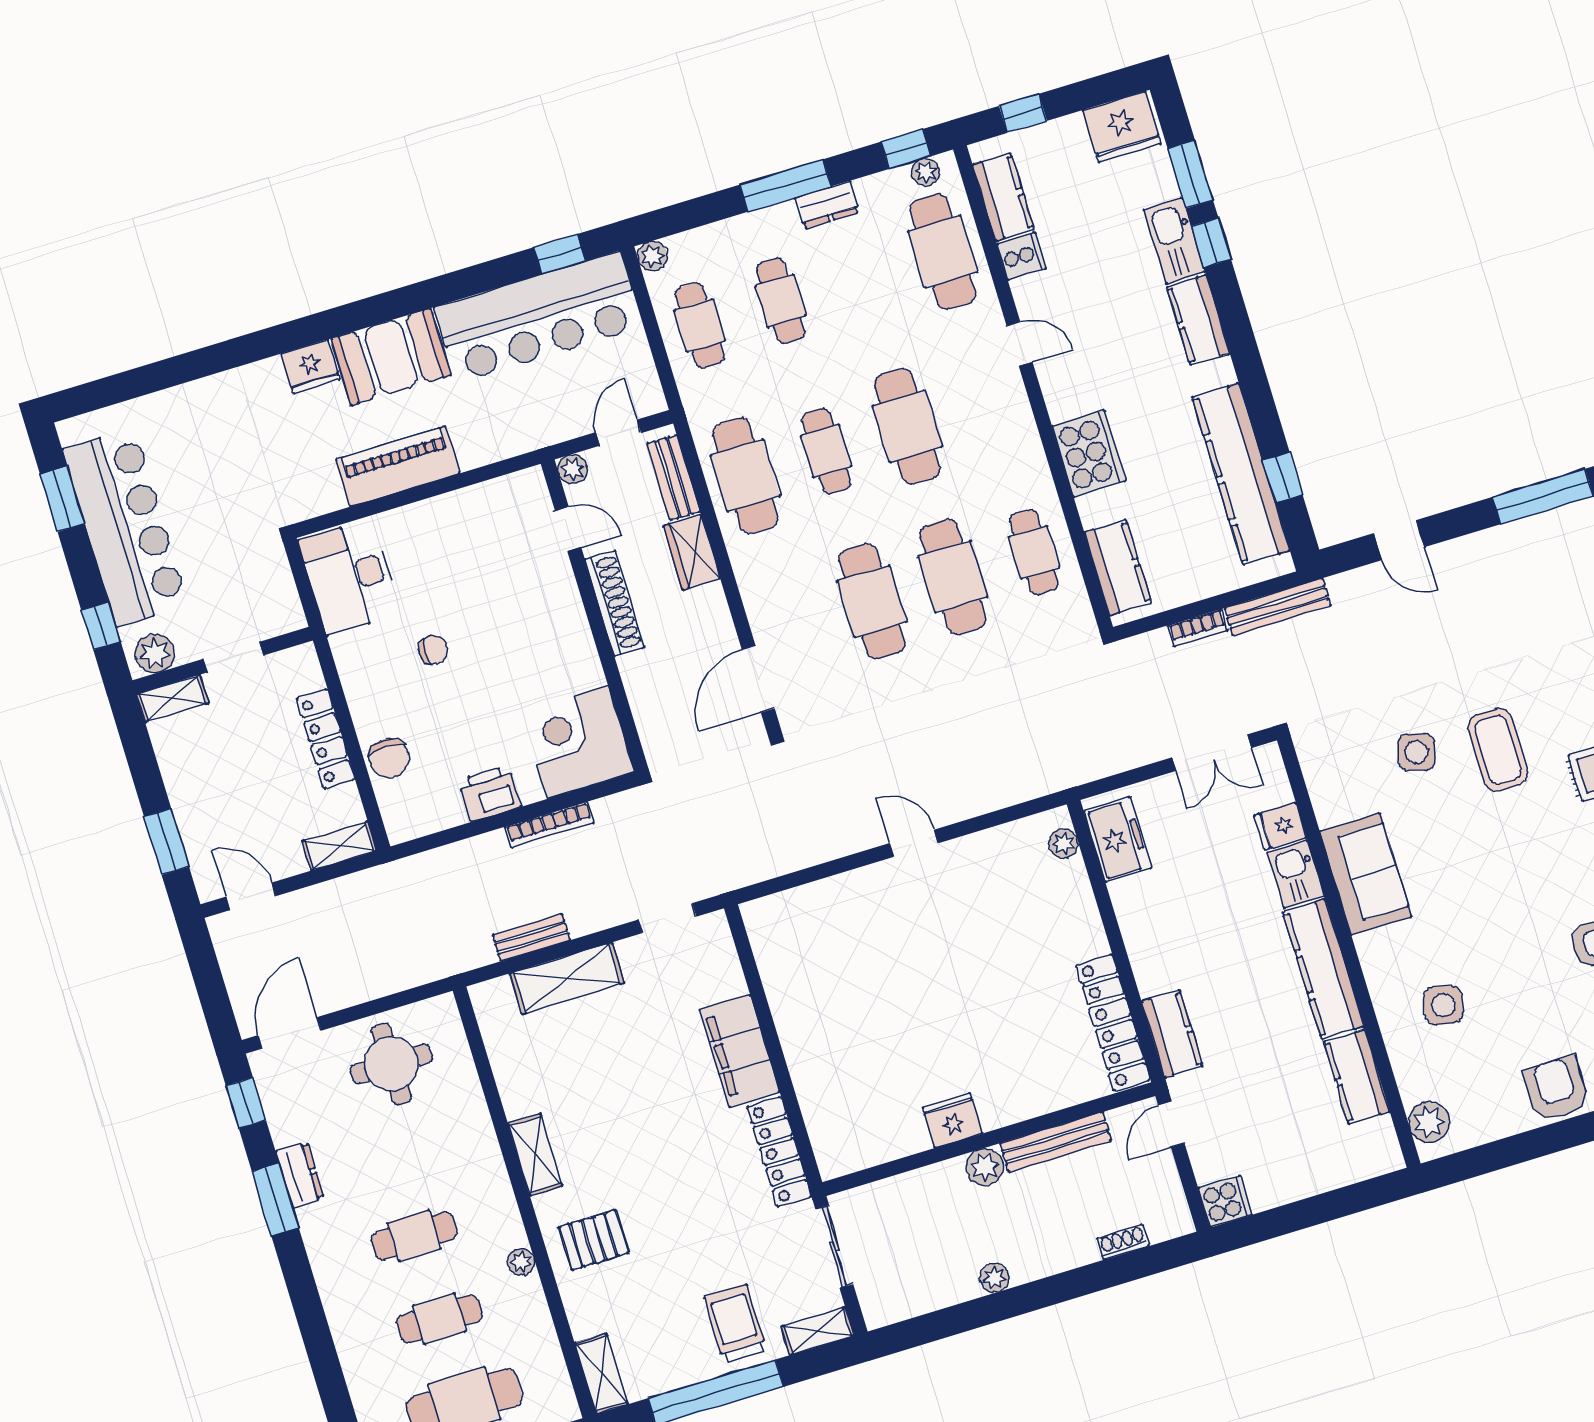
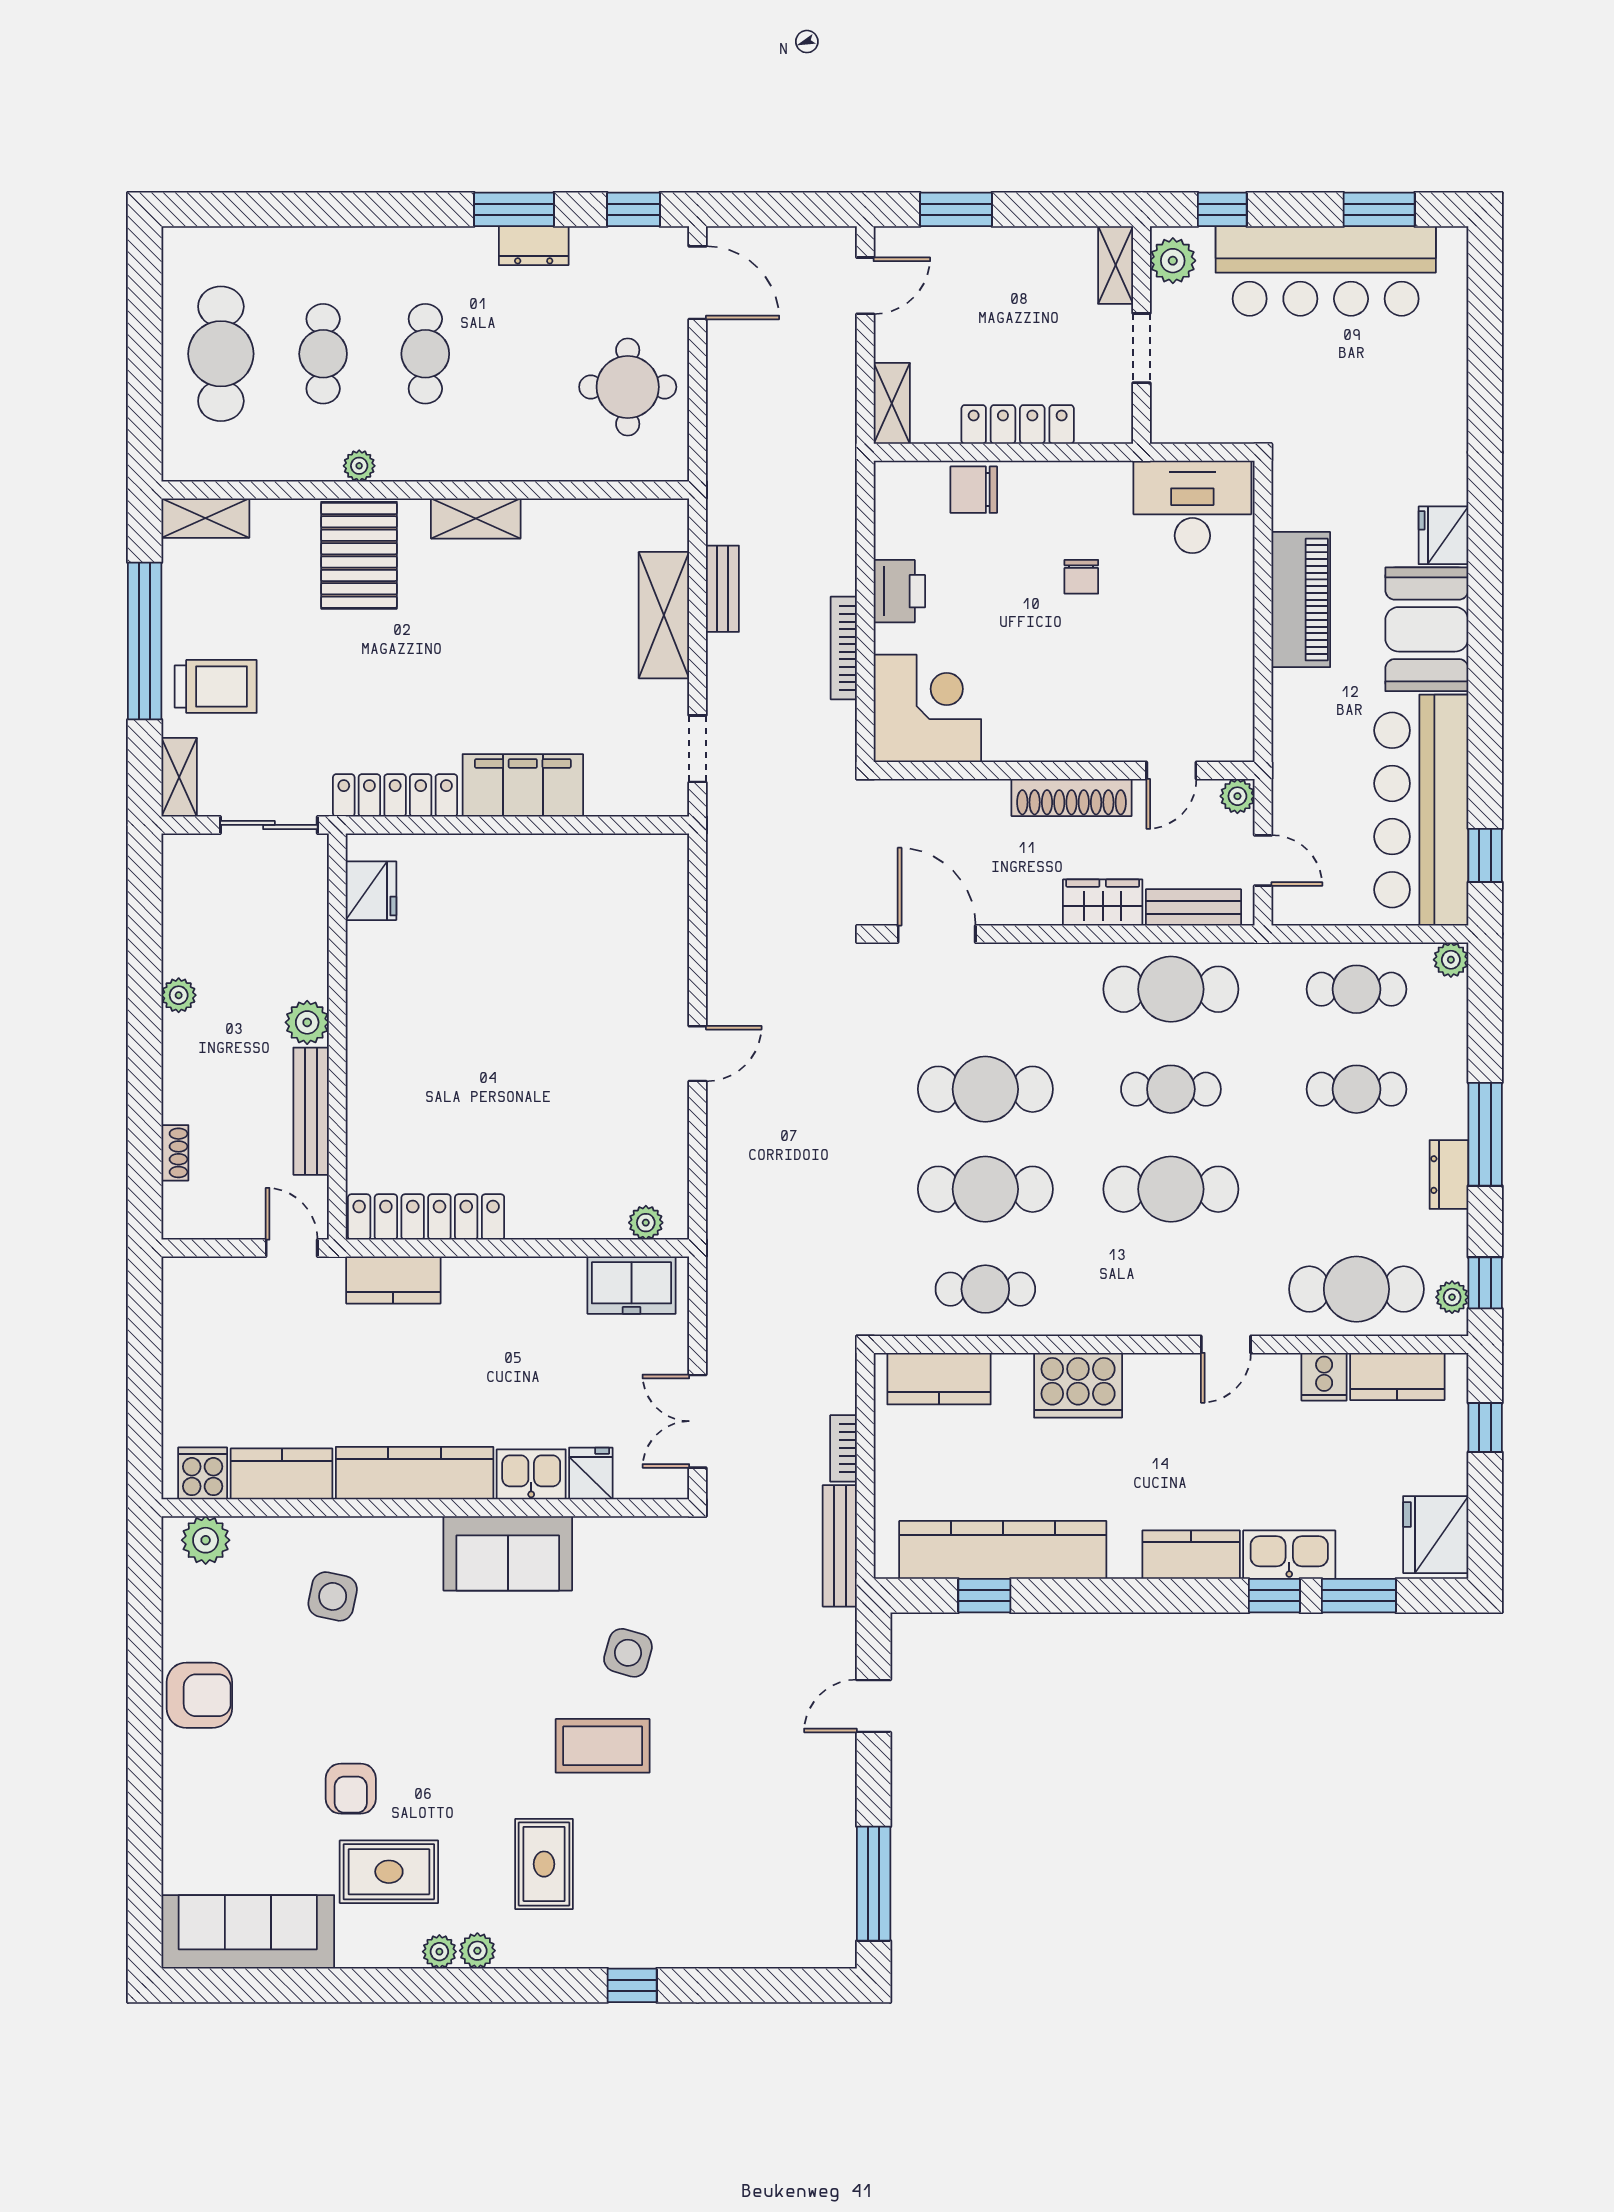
fridge: (952, 1120) -> (371, 891), moved
cooker: (1225, 1201) -> (203, 1473), moved, turned 180
pallet: (594, 1240) -> (359, 555), width x1.50, depth x1.42

